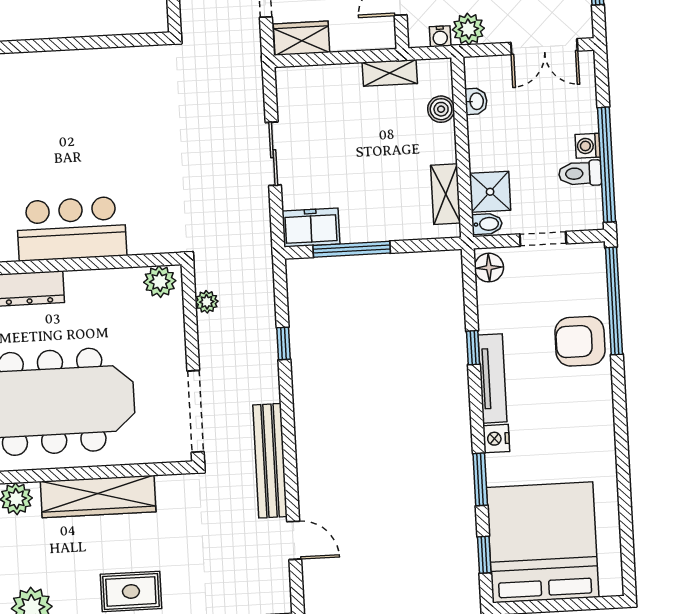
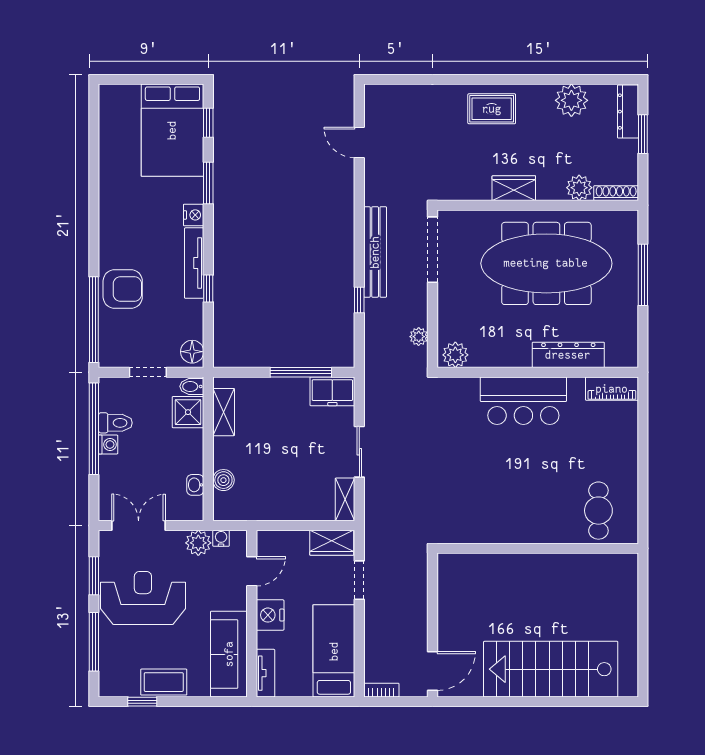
shelving: (390, 73) -> (345, 499), moved, turned 90
bench: (270, 461) -> (375, 252), moved
wardrobe: (98, 496) -> (514, 188), width x0.48, depth x0.85
bed: (543, 542) -> (172, 130), width x0.73

